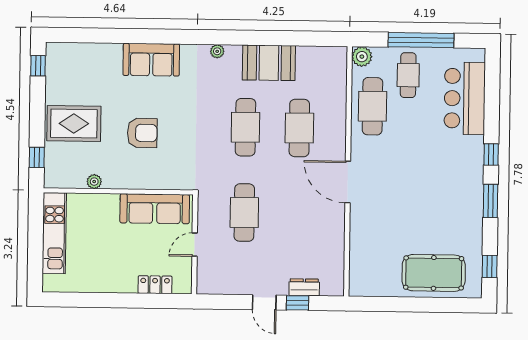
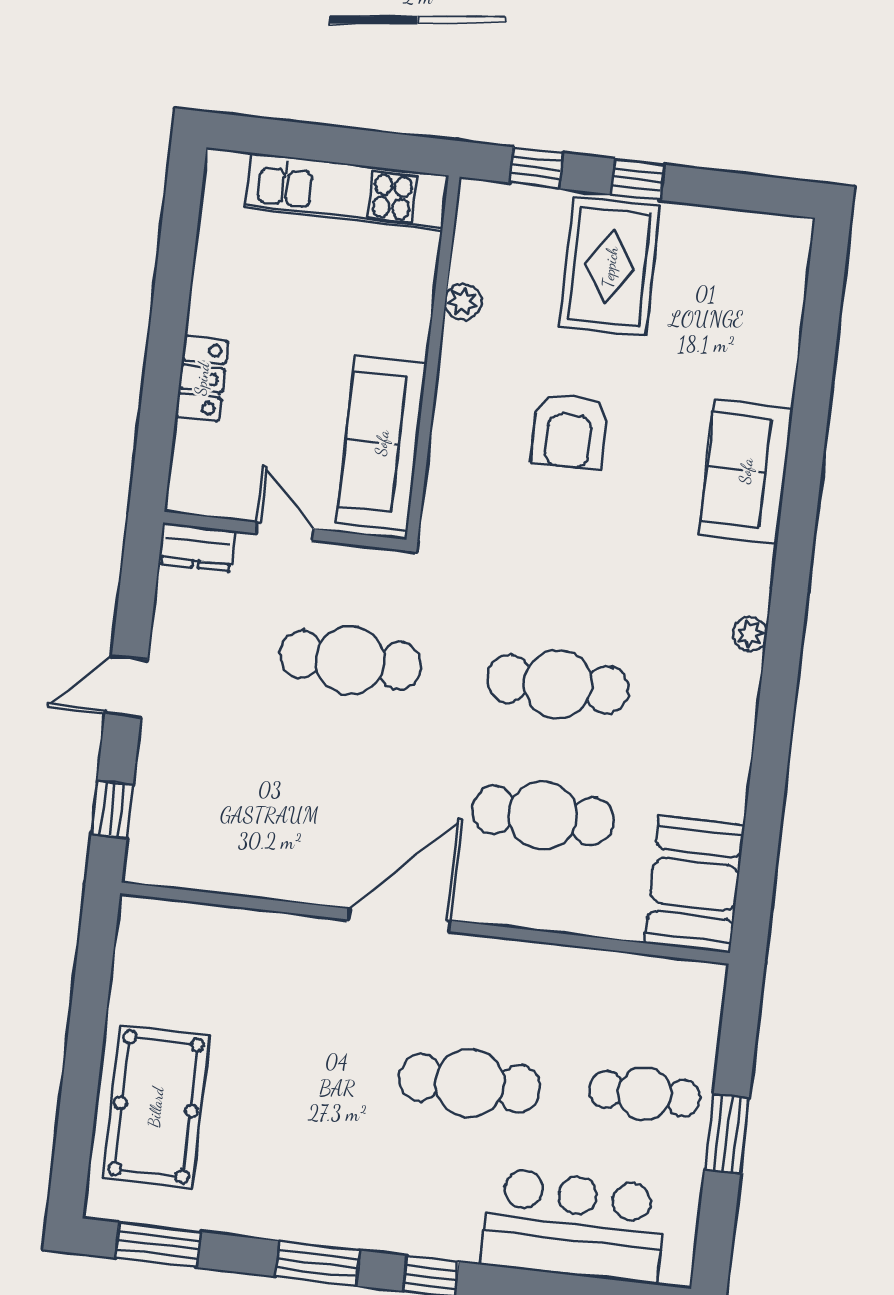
window: (421, 40) -> (727, 1134), width x0.47
plant: (362, 57) -> (701, 985), removed
booth: (269, 63) -> (695, 884), moved
window: (38, 66) -> (638, 179), moved
cafe table: (372, 106) -> (470, 1083), moved
window: (490, 266) -> (158, 1245), width x1.50
locker: (155, 285) -> (202, 379), moved
dresser: (304, 287) -> (197, 547), moved, turned 90
window: (297, 303) -> (112, 809), moved

